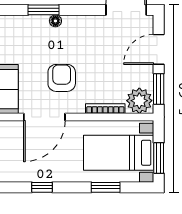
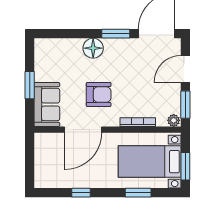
window: (43, 10) -> (116, 34), moved
floor lamp: (55, 21) -> (93, 48), width x1.89, depth x1.89
armchair: (62, 78) -> (99, 95), turned 90
plant: (139, 101) -> (174, 120), width x0.53, depth x0.53

